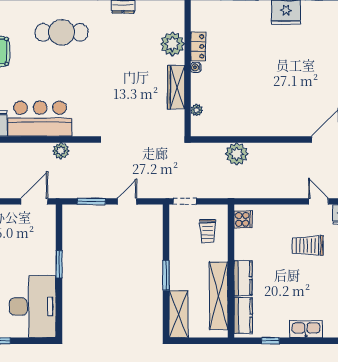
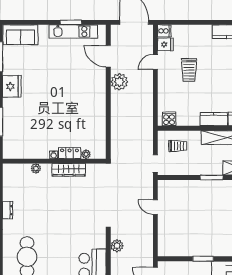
plant: (172, 44) -> (36, 168), width x0.53, depth x0.53
locker: (198, 46) -> (70, 153), moved
plant: (61, 151) -> (117, 246), moved
plant: (237, 154) -> (119, 82), moved
window: (91, 201) -> (155, 234), removed

